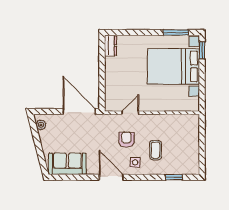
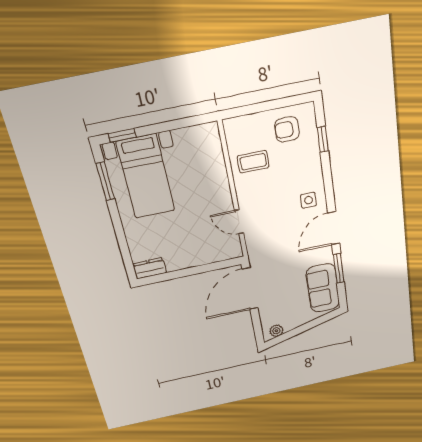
bed with nightstands: (173, 66) -> (146, 177), width x0.73
armchair: (126, 140) -> (287, 129), moved
coffee table: (155, 150) -> (253, 162), moved
window: (80, 177) -> (339, 268), added

